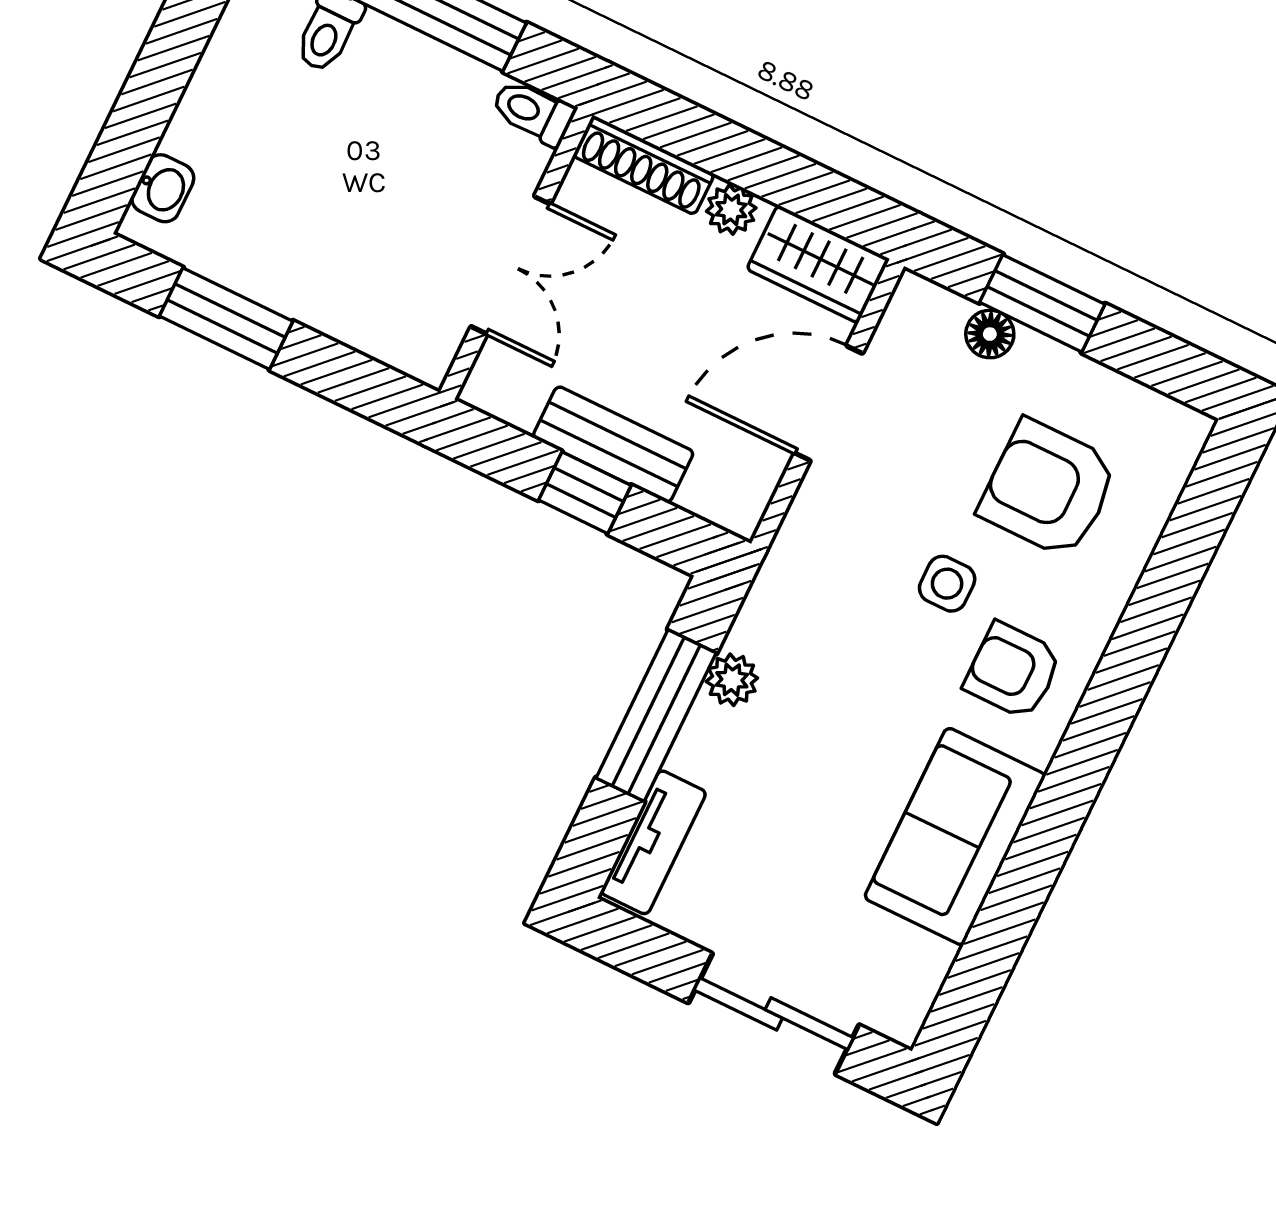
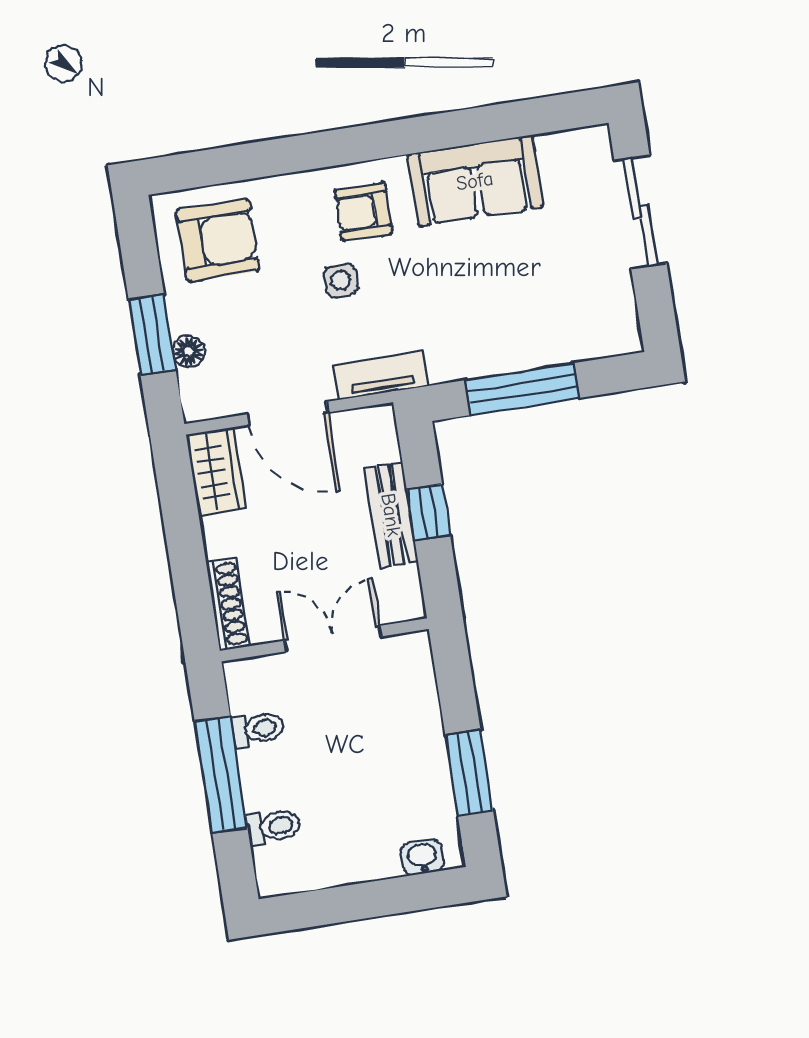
toilet: (533, 112) -> (258, 729), moved, turned -90
plant: (731, 210) -> (219, 540), removed
armchair: (1048, 489) -> (218, 240), moved, turned -90
armchair: (1013, 671) -> (363, 212), turned 90
plant: (732, 680) -> (475, 361), removed
tv unit: (653, 842) -> (381, 376), moved

